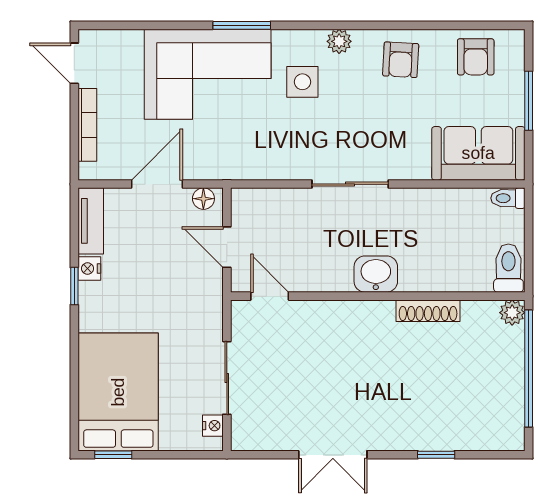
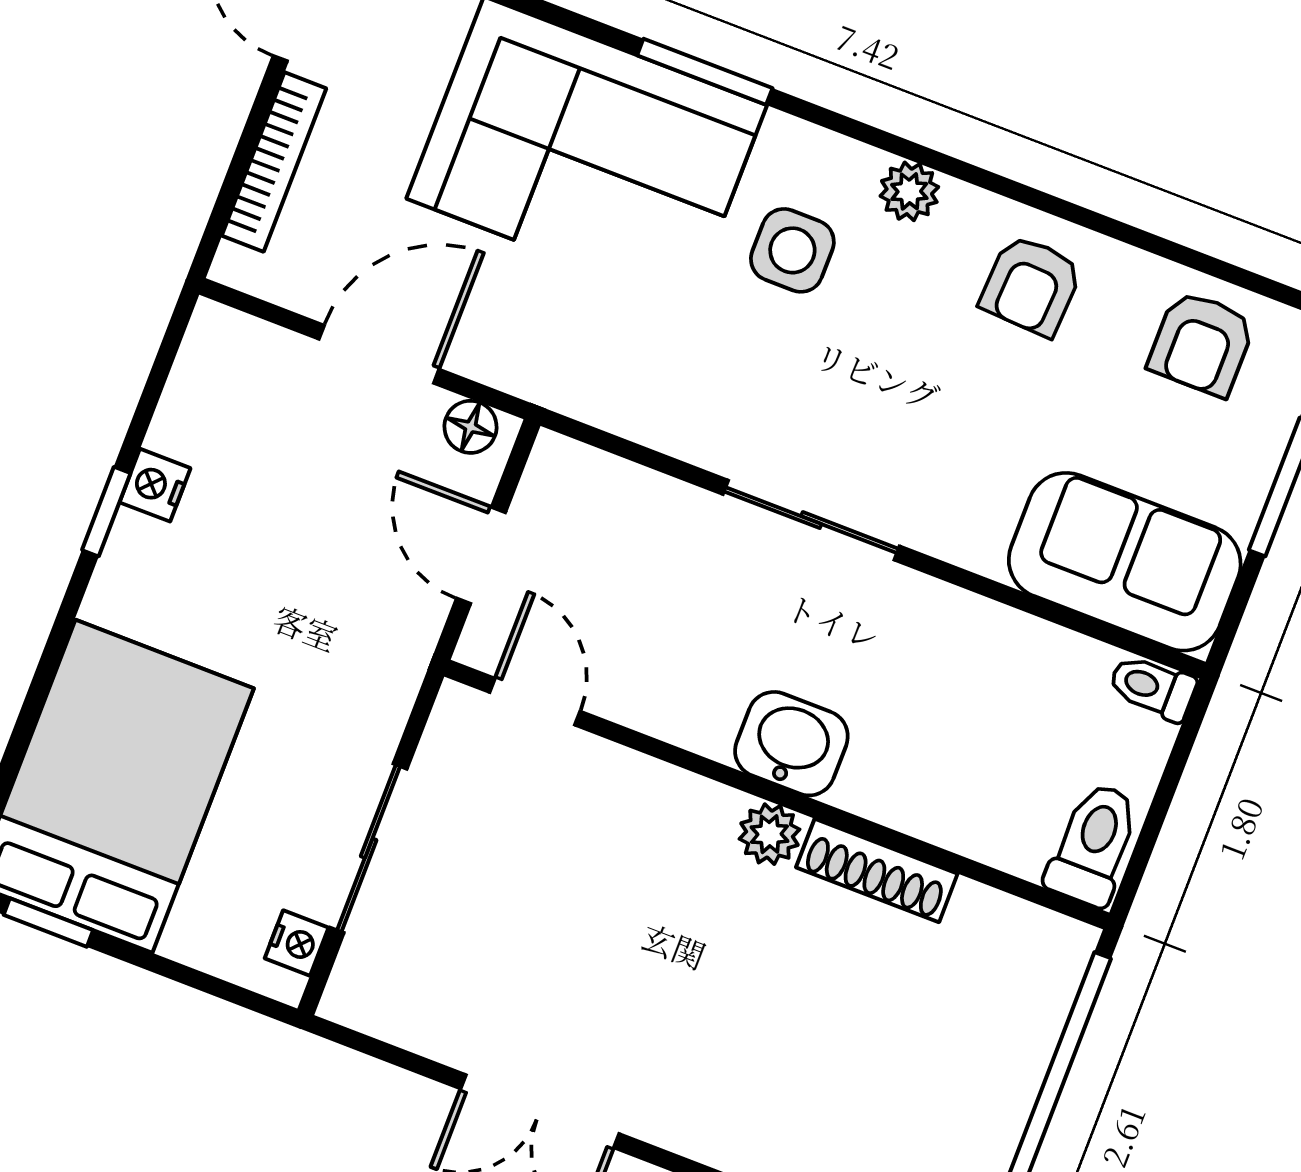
tv unit: (91, 221) -> (199, 380), removed
plant: (512, 313) -> (769, 834), moved

